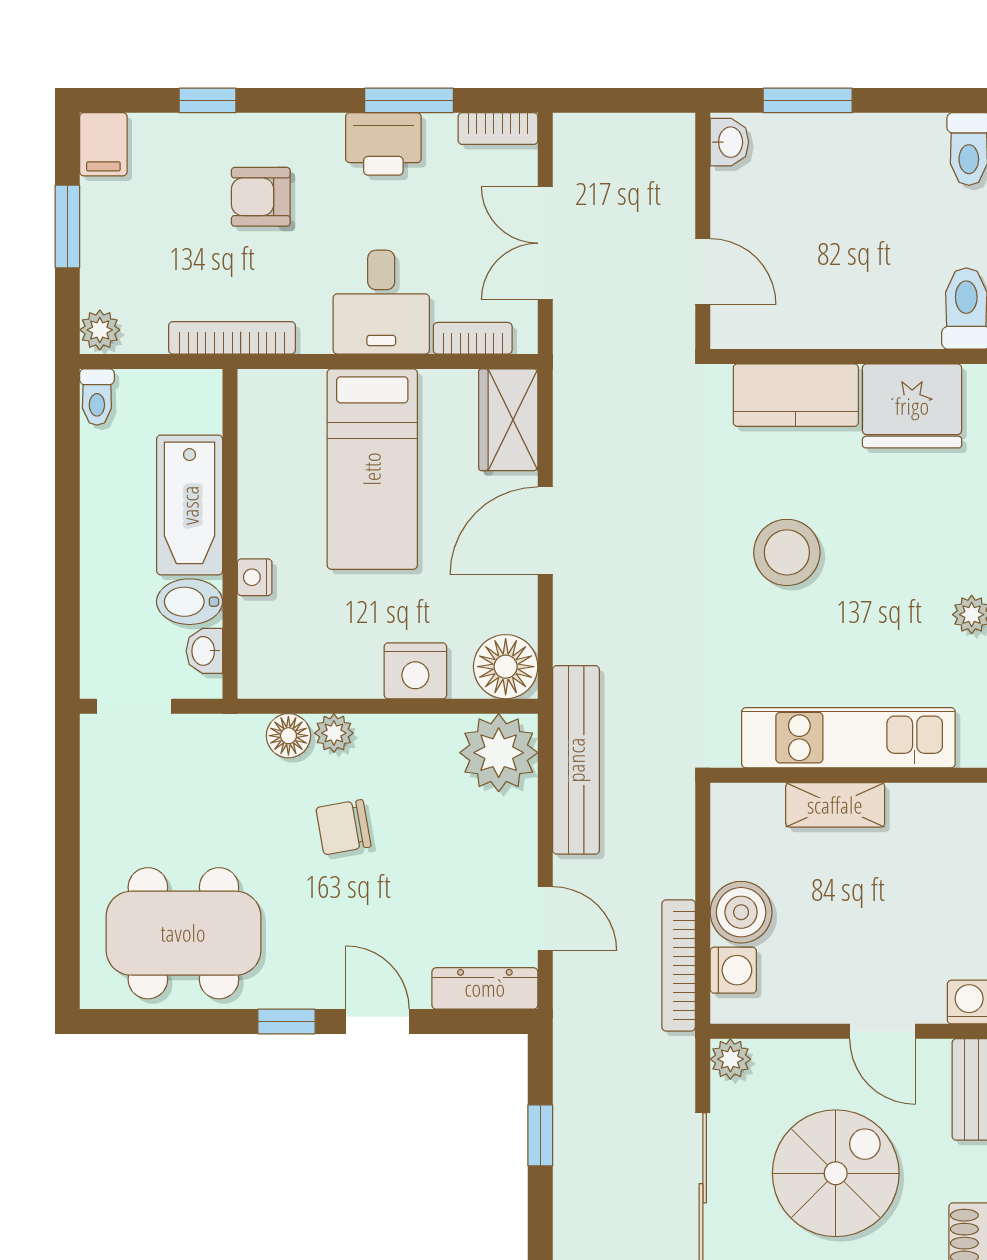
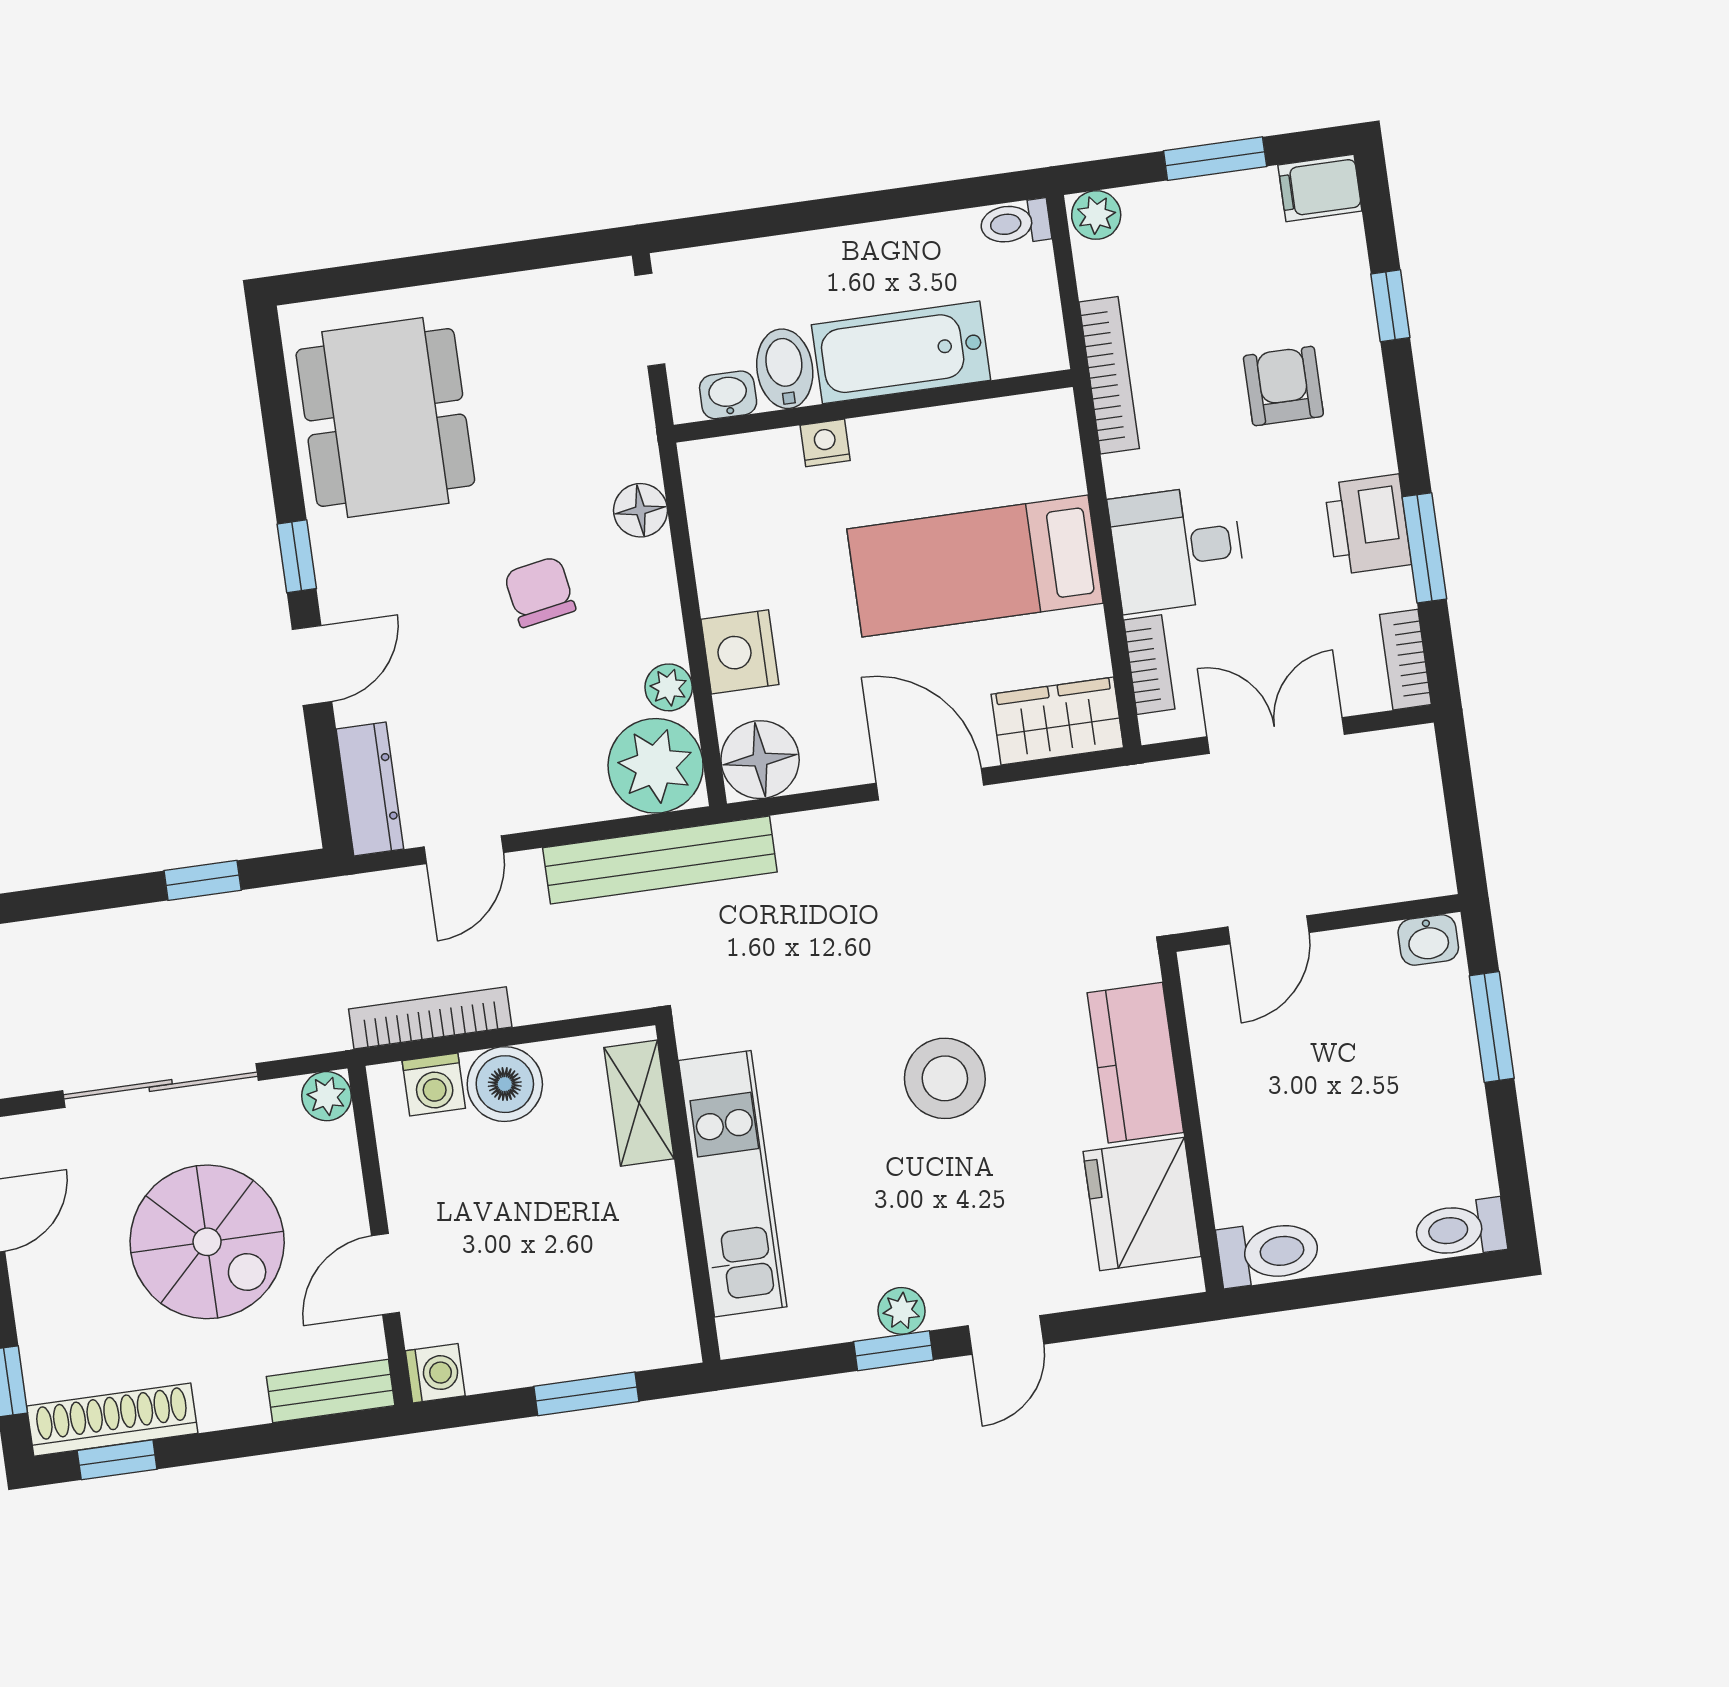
plant: (334, 733) -> (669, 687), moved
shelving: (835, 805) -> (639, 1103), moved

